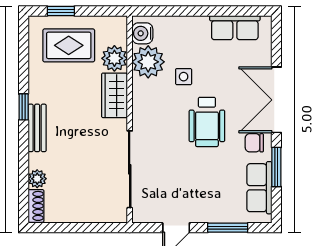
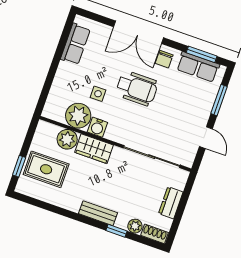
water cooler: (142, 33) -> (97, 127), moved
rug: (69, 45) -> (46, 169), turned 90
window: (24, 107) -> (117, 231), moved
window: (276, 167) -> (202, 54), moved
dresser: (81, 213) -> (171, 203), added

